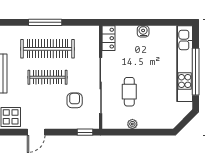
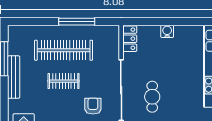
window: (45, 22) -> (77, 22), moved
clothes rail: (47, 77) -> (64, 81), width x0.73

